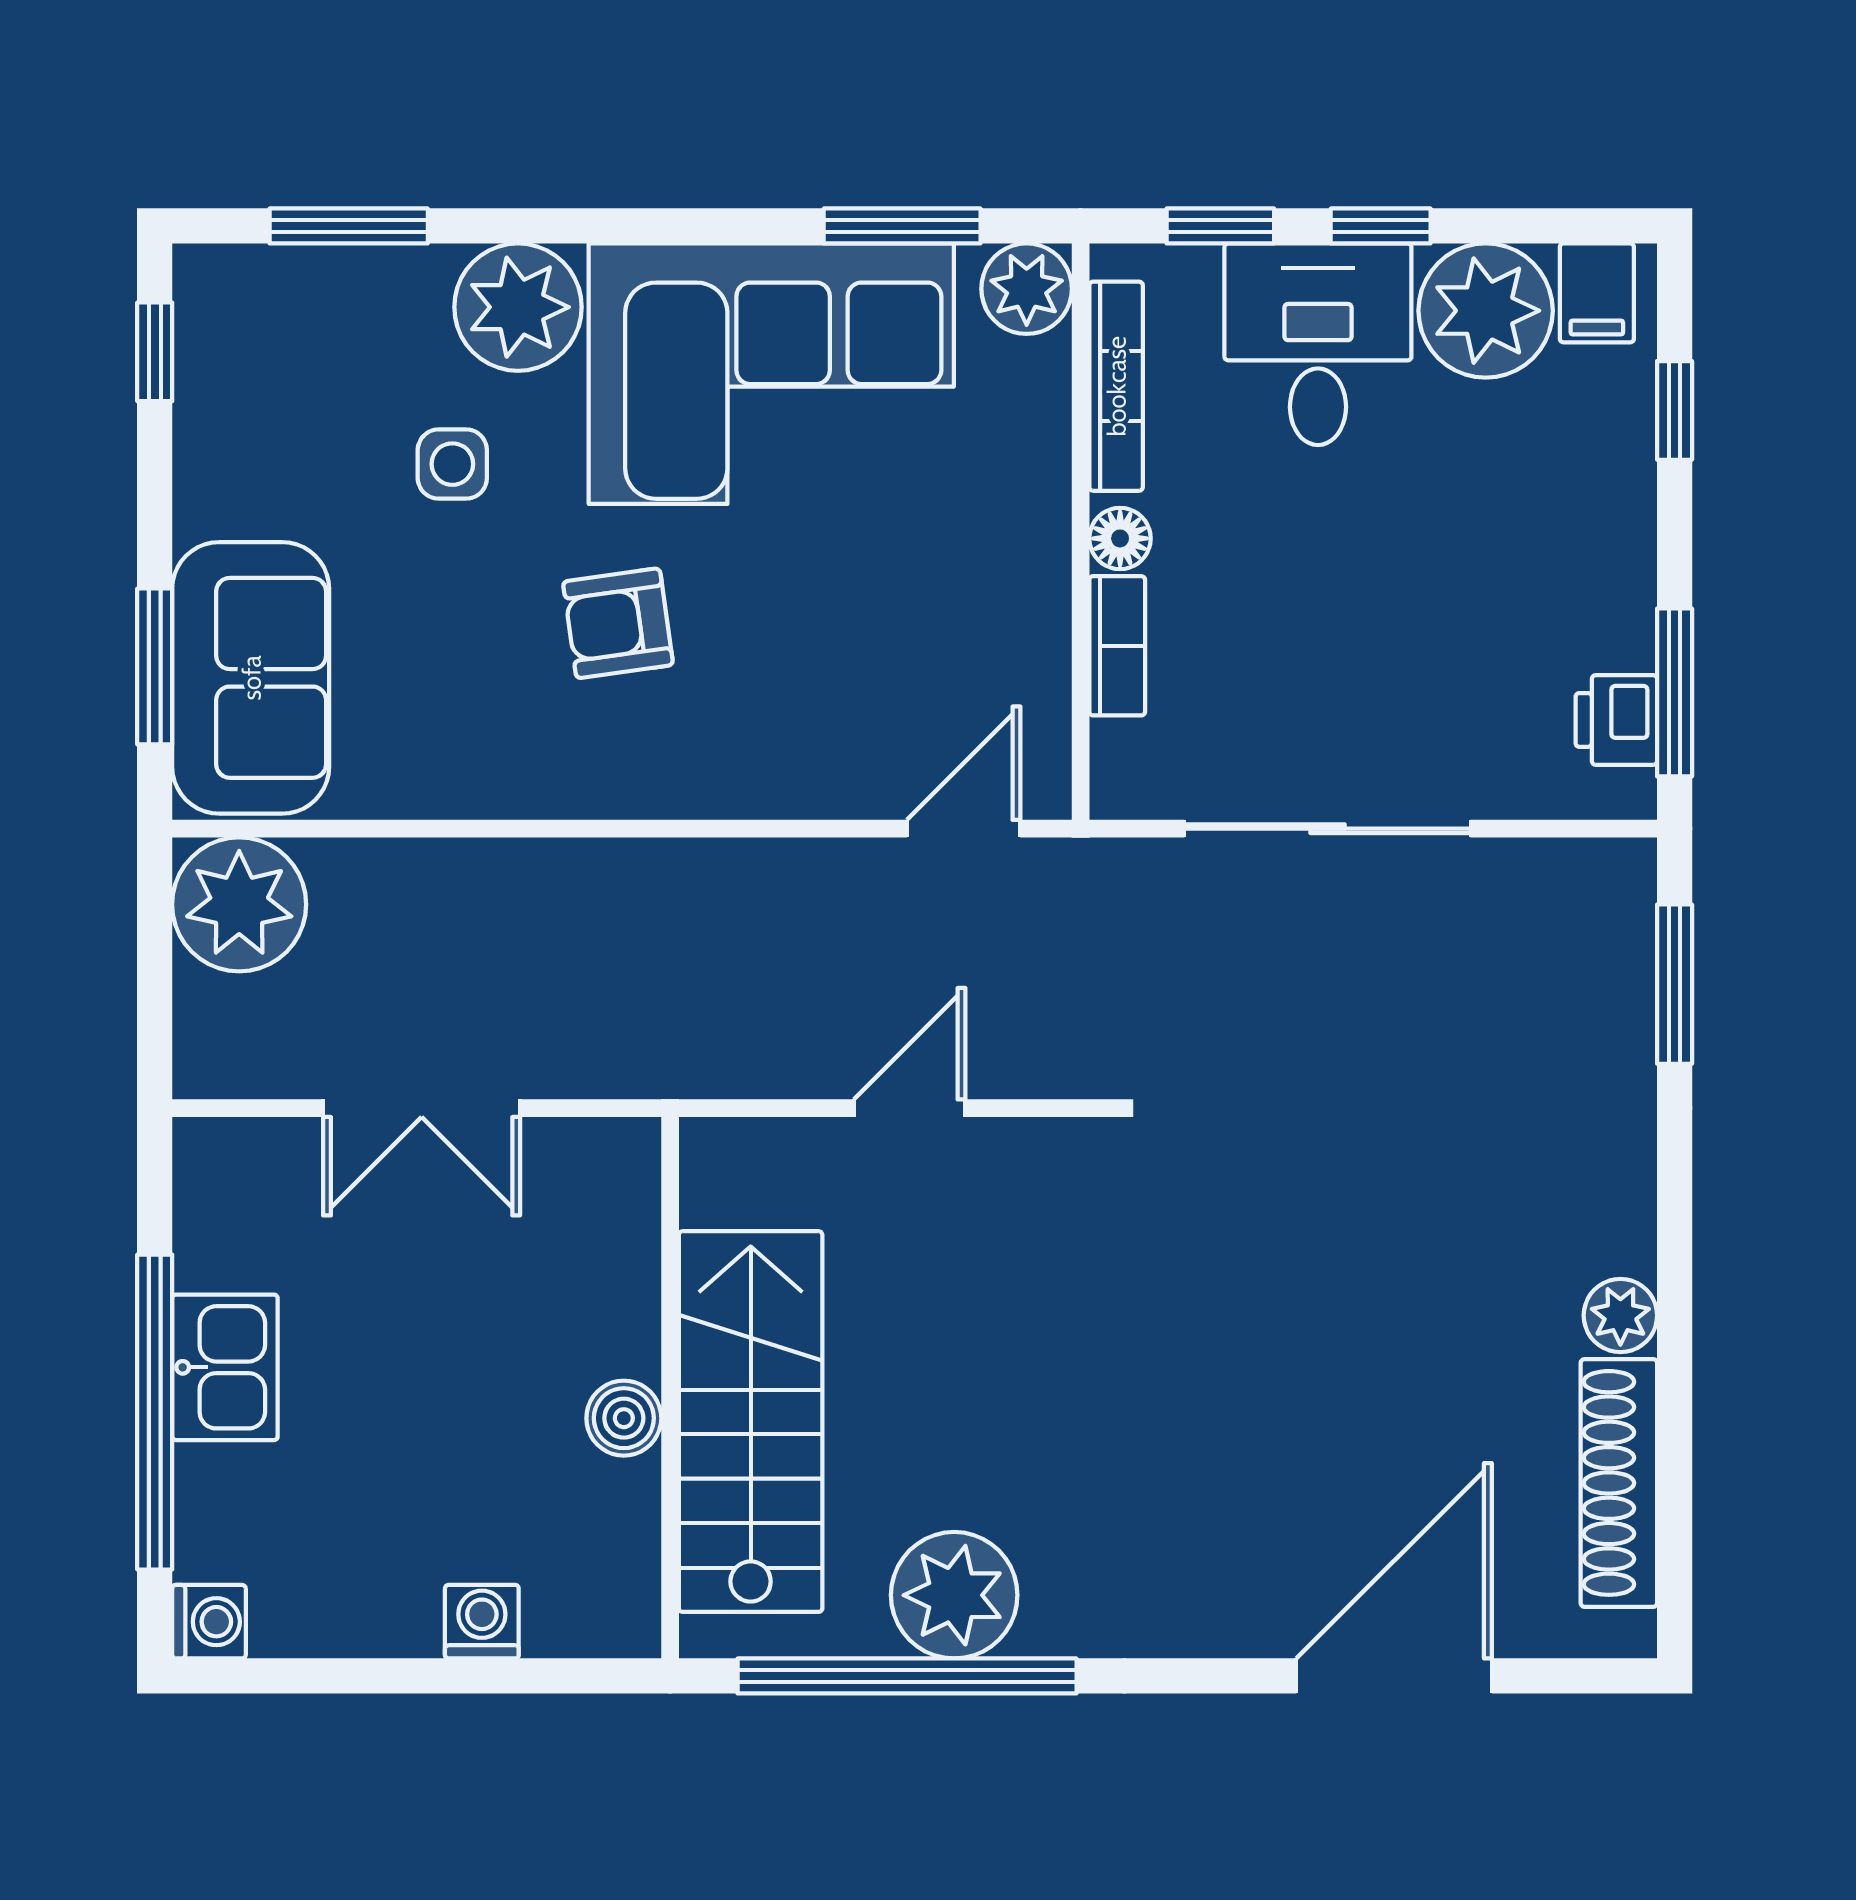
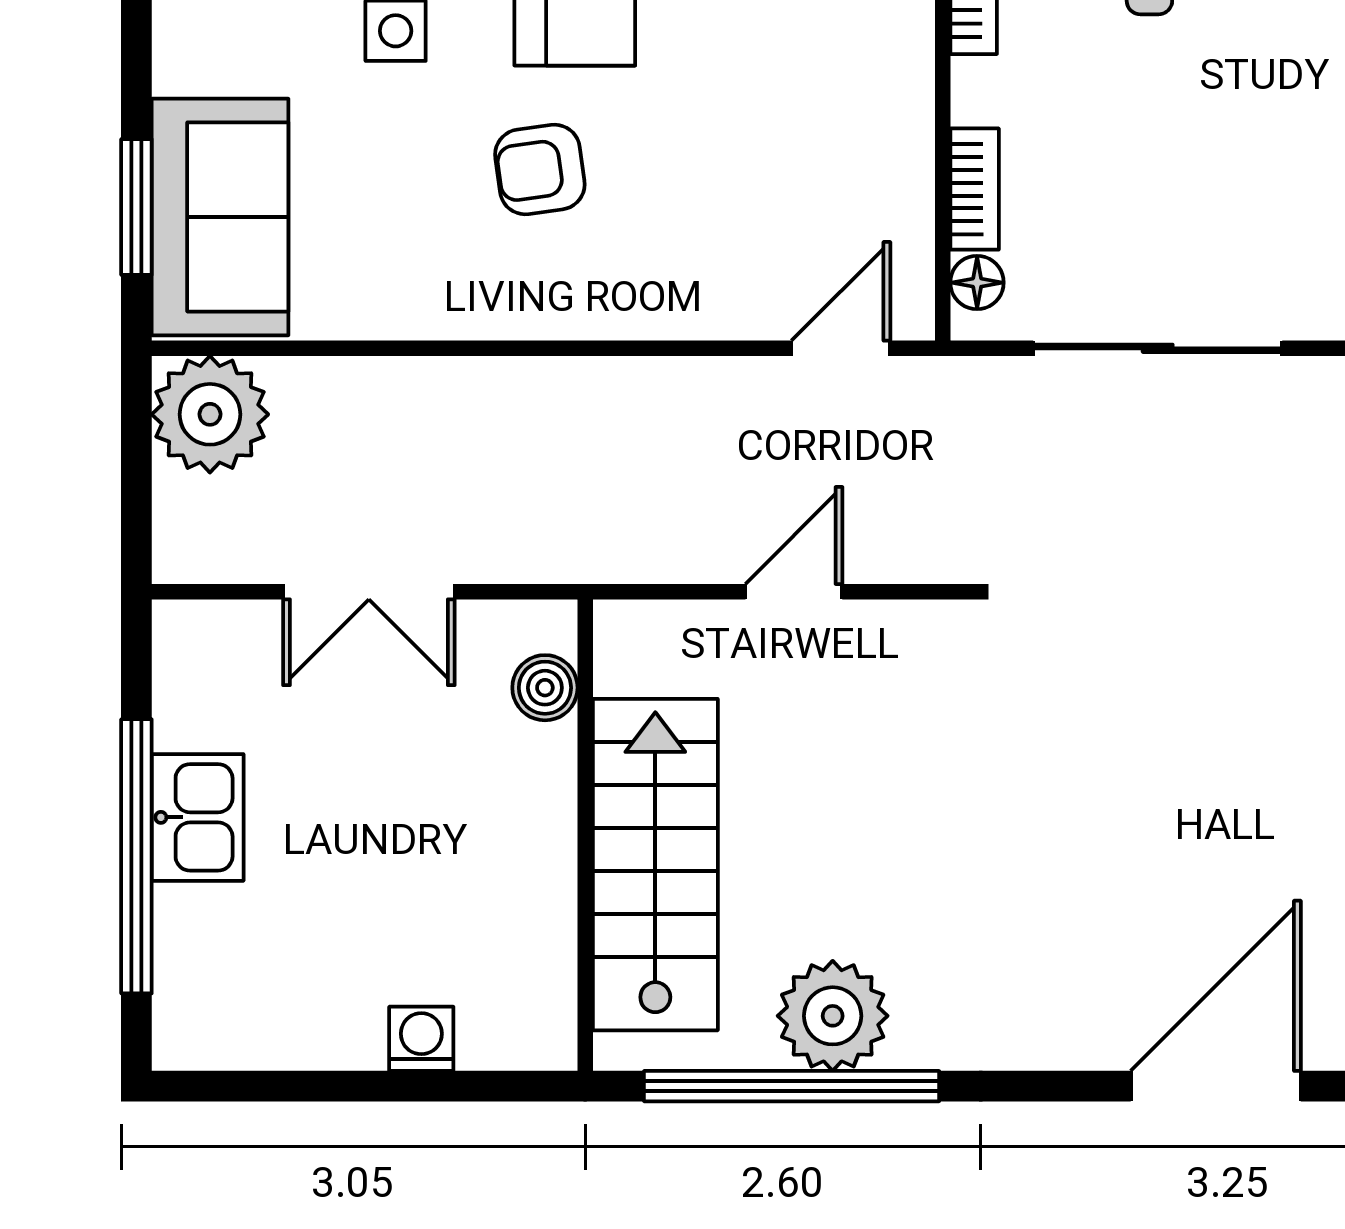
floor lamp: (1120, 538) -> (977, 283), moved
boiler: (624, 1418) -> (545, 688), moved
washing machine: (209, 1622) -> (184, 1039), removed

